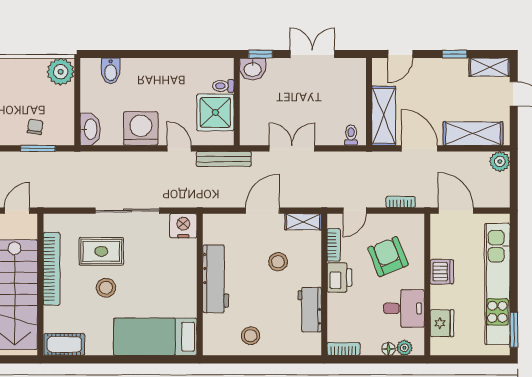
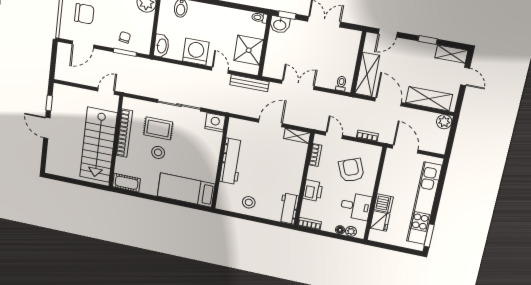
toilet: (223, 86) -> (260, 18), moved
door: (355, 211) -> (334, 135), swing flipped
stool: (278, 262) -> (275, 159), removed
dishwasher: (442, 272) -> (384, 203), moved
printer: (339, 278) -> (313, 191), moved
workbench: (310, 310) -> (289, 209), moved

